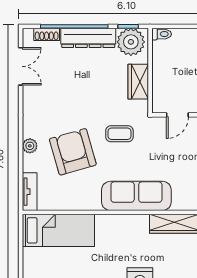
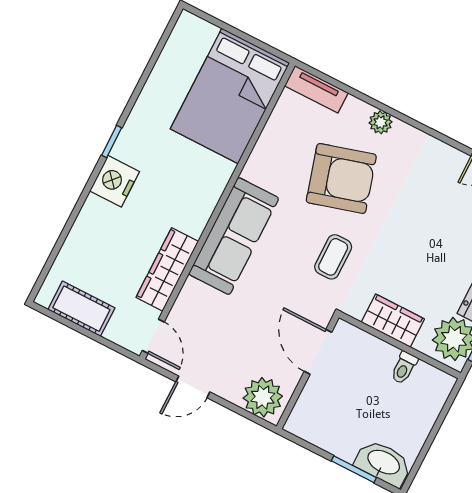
toilet: (162, 34) -> (404, 368), moved
door: (177, 115) -> (318, 352), width x1.38
bed: (58, 230) -> (230, 96), width x1.50

